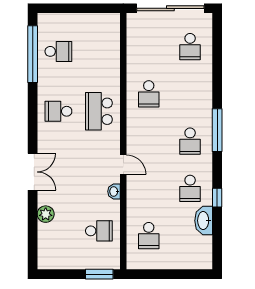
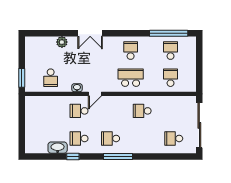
school desk: (58, 51) -> (171, 51), turned 180
school desk: (99, 51) -> (171, 78), added
school desk: (149, 236) -> (79, 111), moved

